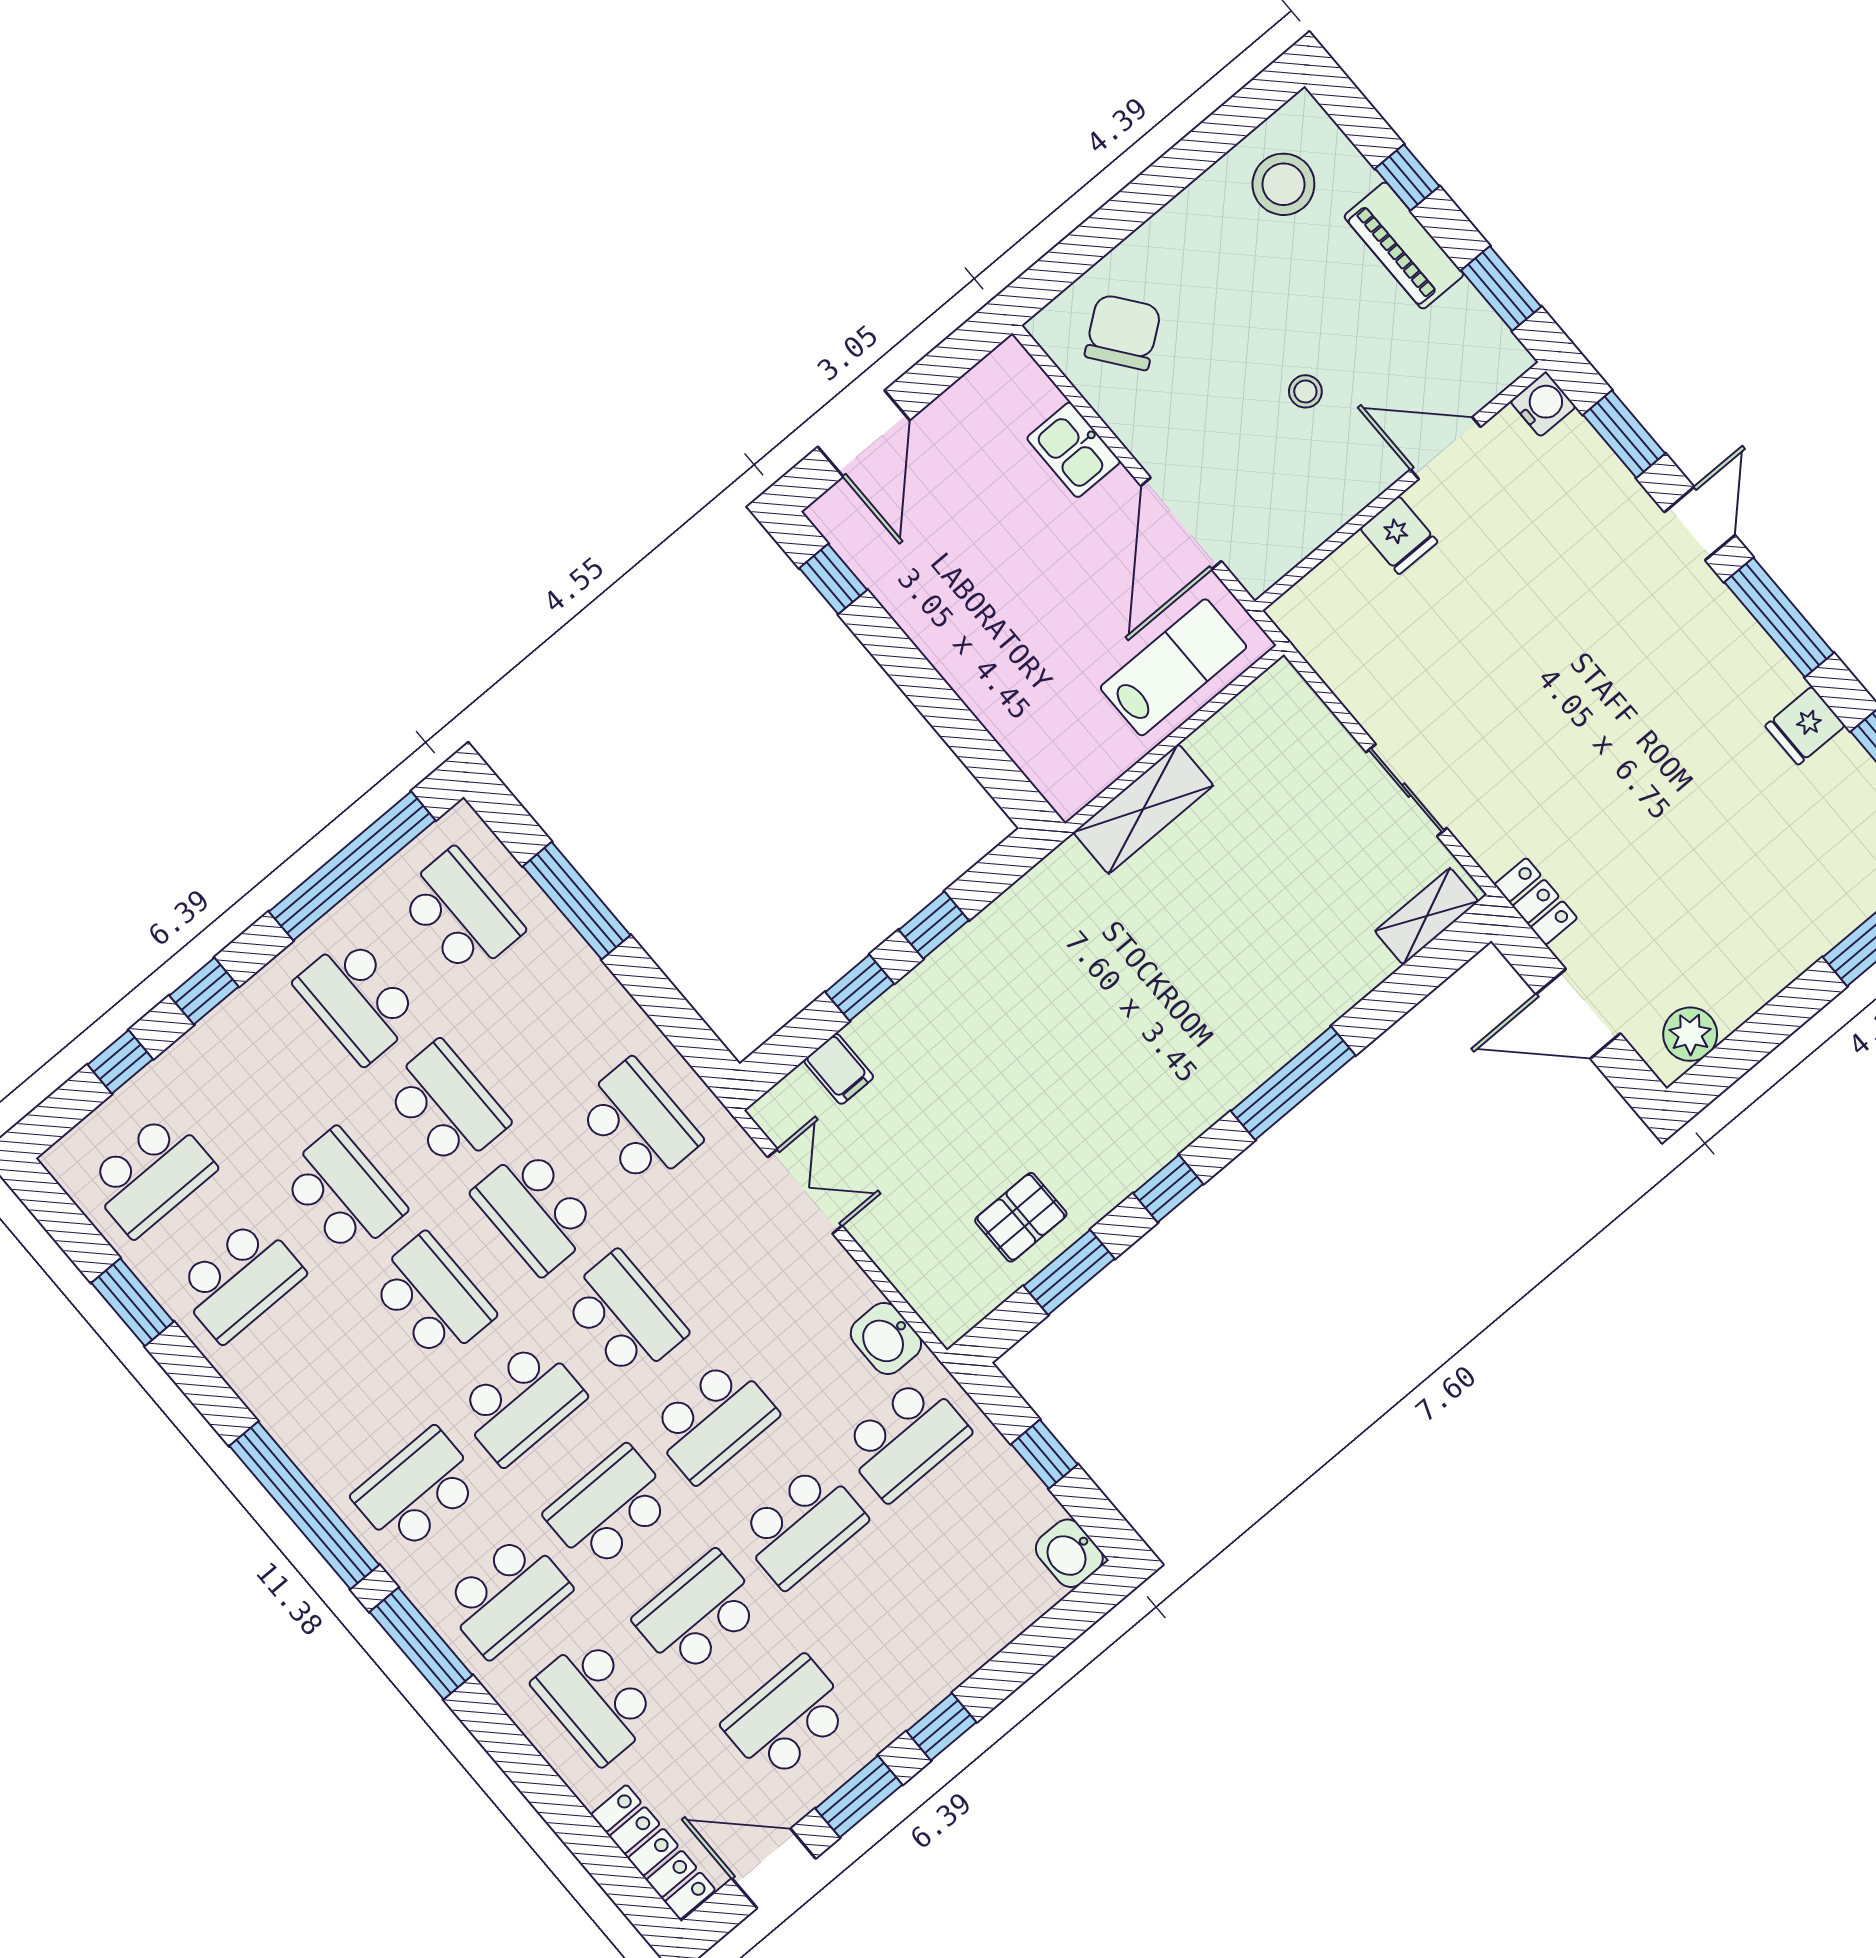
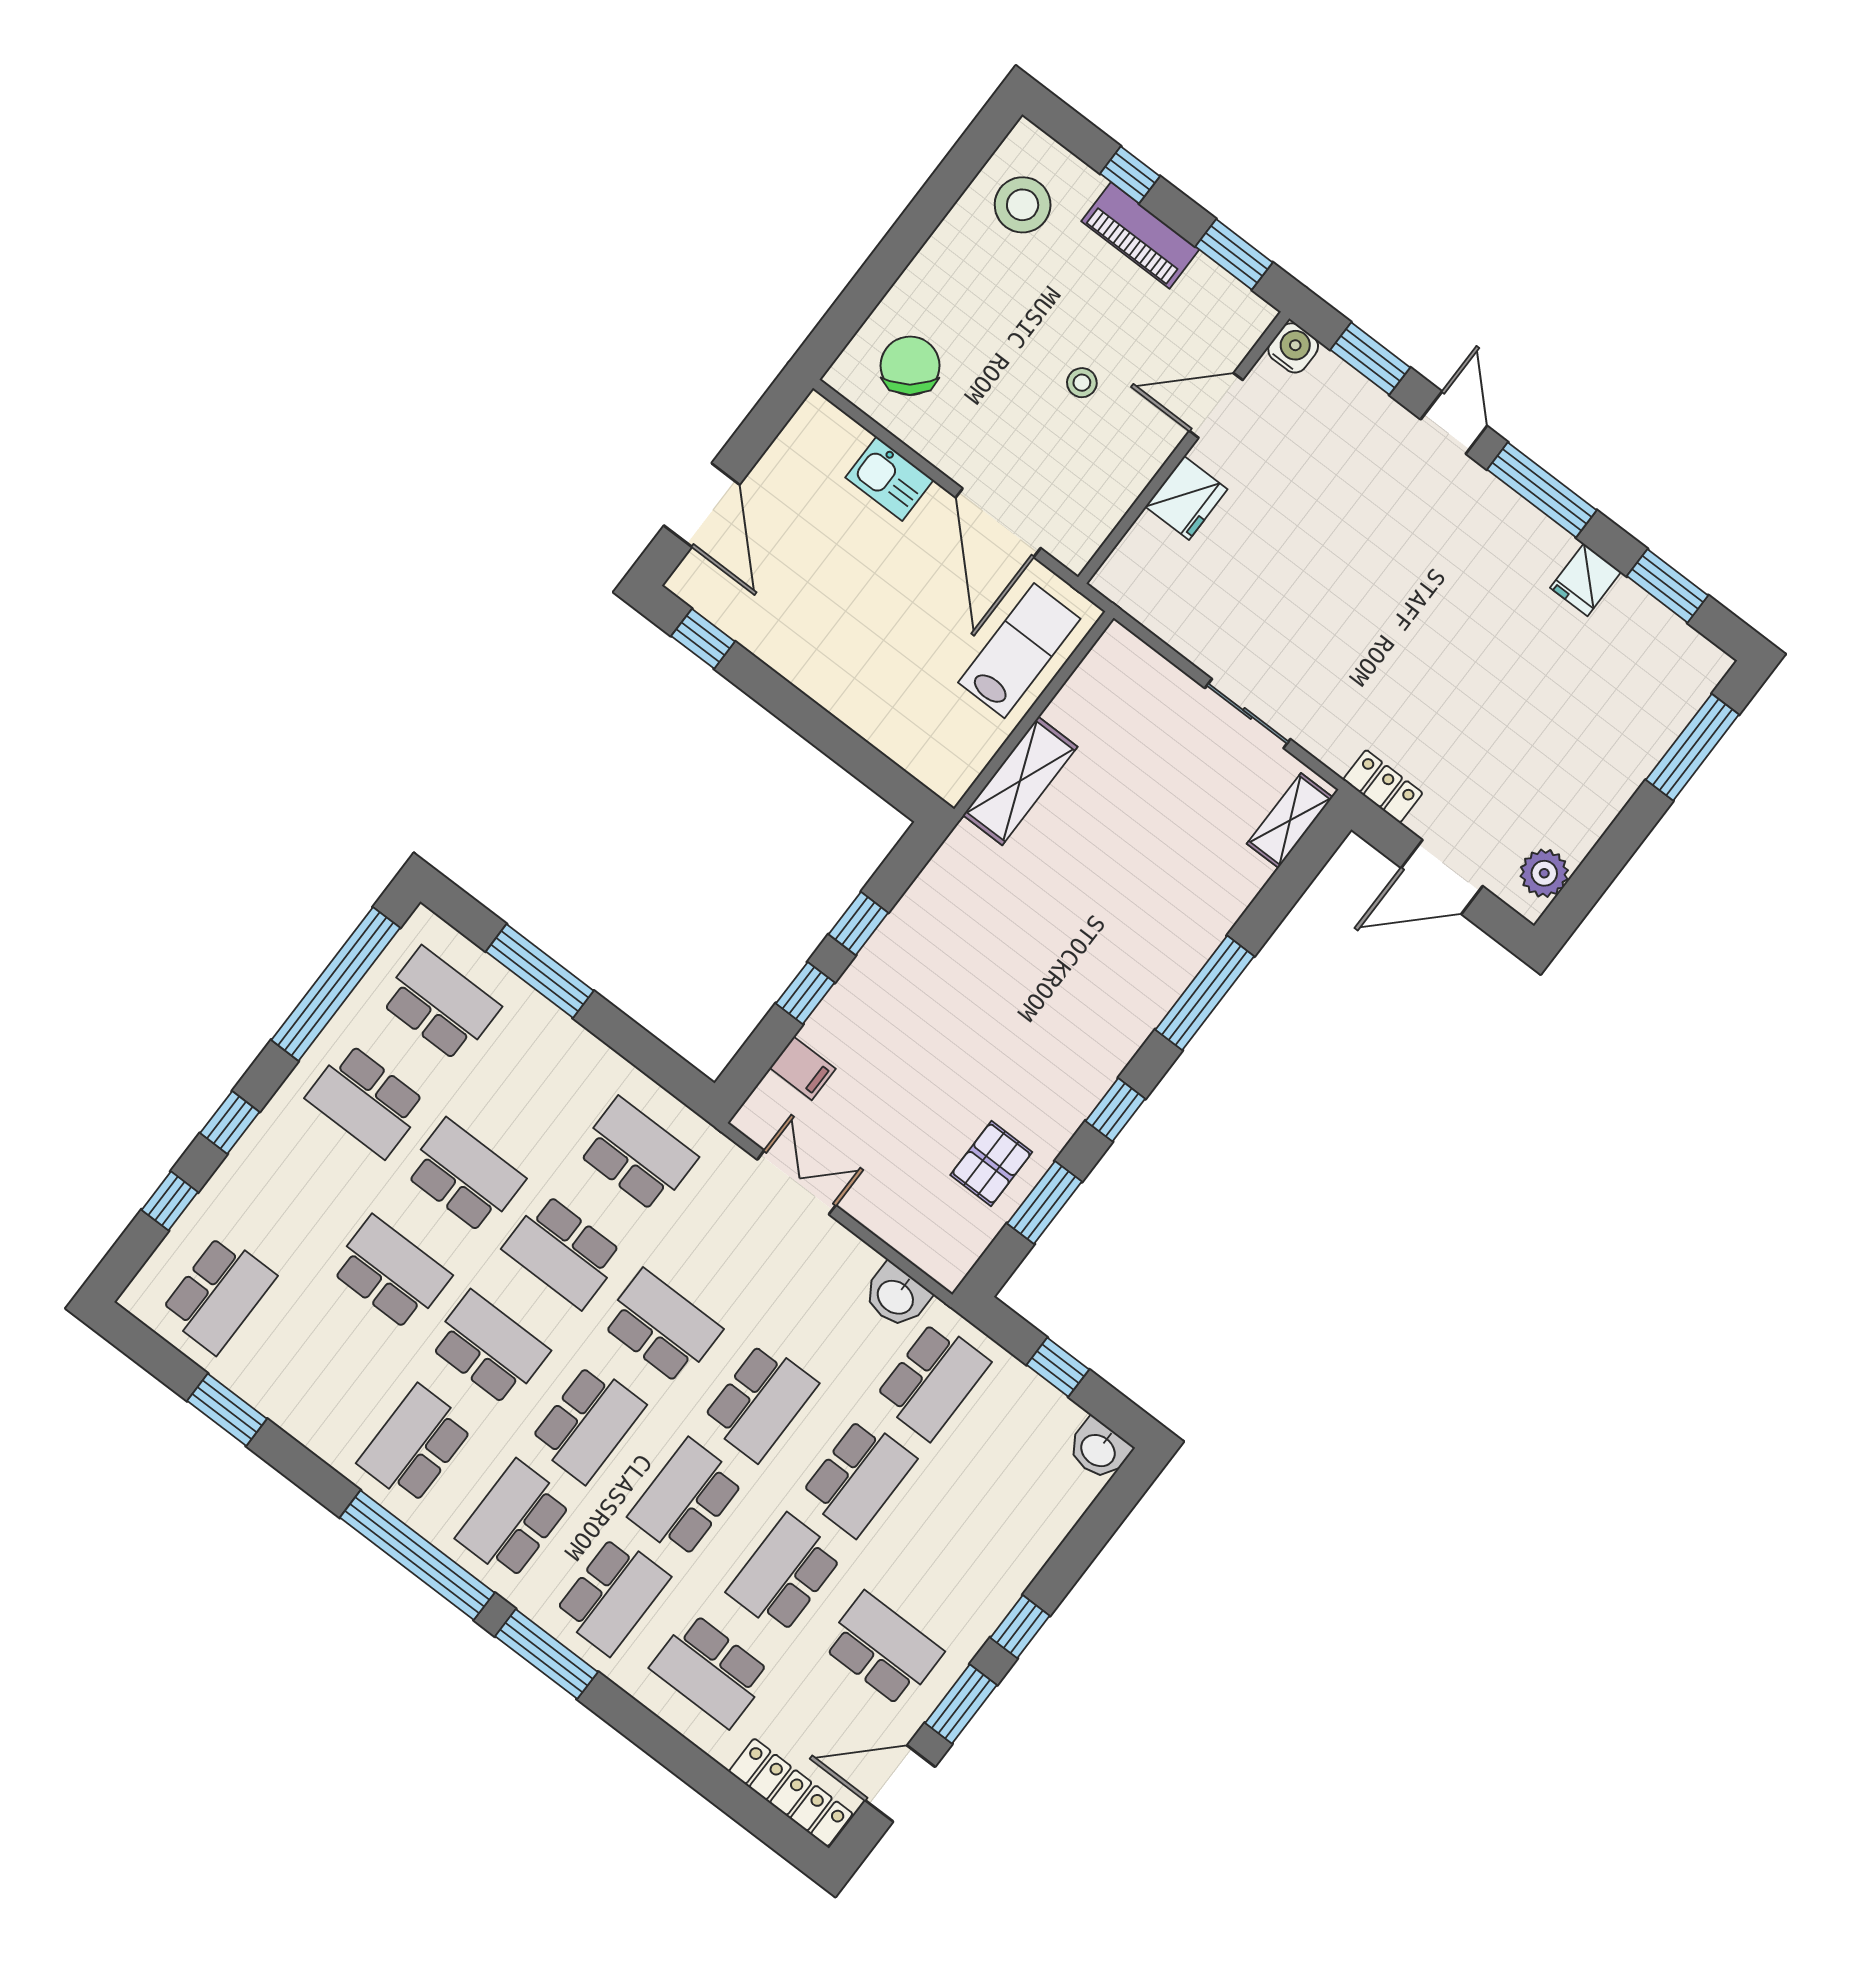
fridge: (1399, 535) -> (1186, 498), width x1.38
school desk: (240, 1280) -> (415, 1445), moved, turned 180
school desk: (787, 1718) -> (883, 1649), turned 90

